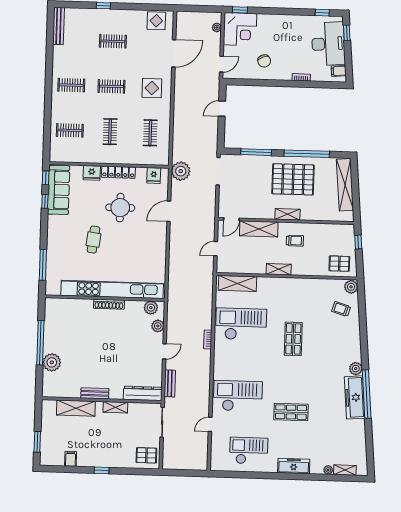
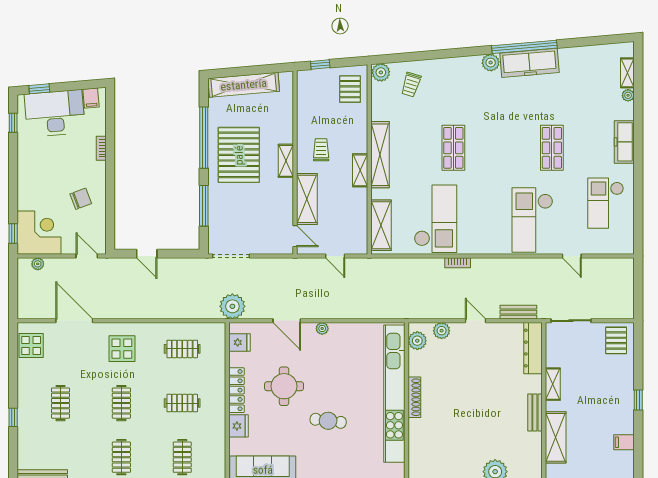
plant: (162, 237) -> (322, 328), added
shelving: (290, 284) -> (380, 155), added
checkout: (241, 324) -> (435, 219), turned 180
shop shelf: (293, 339) -> (453, 148), turned 90

